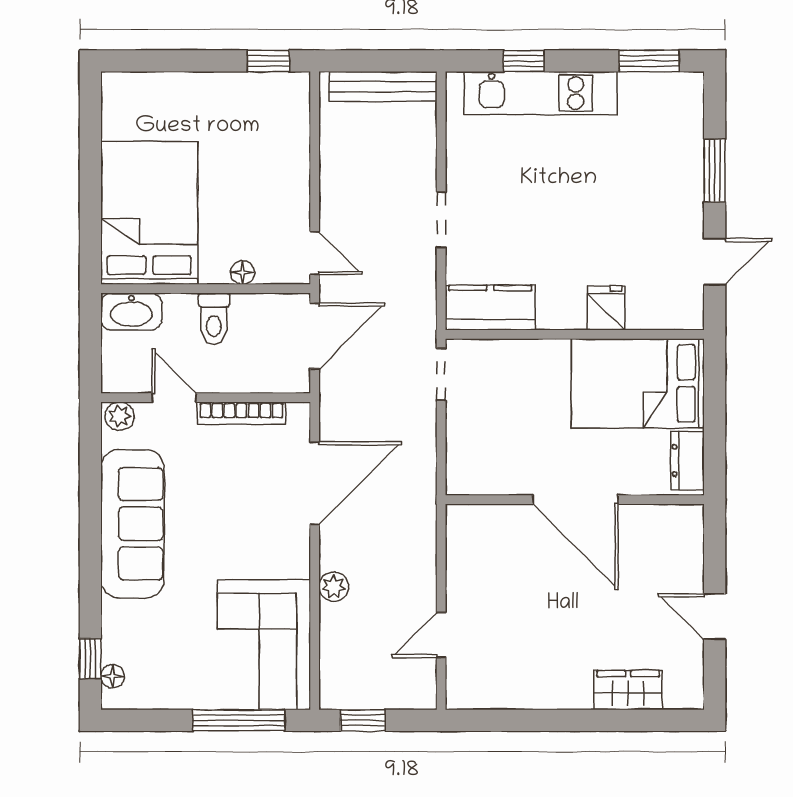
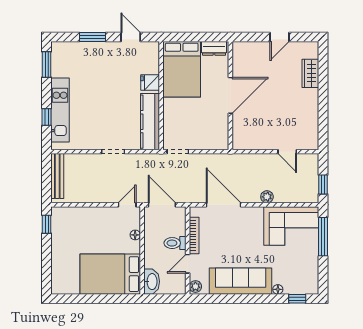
kitchen counter: (490, 308) -> (150, 122), width x1.50
toilet: (214, 319) -> (175, 243), moved, turned 180
floor lamp: (113, 676) -> (278, 289), moved

